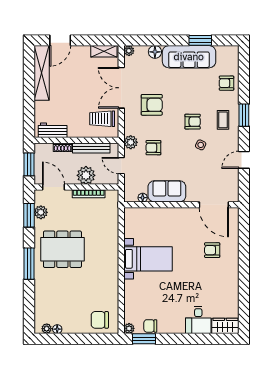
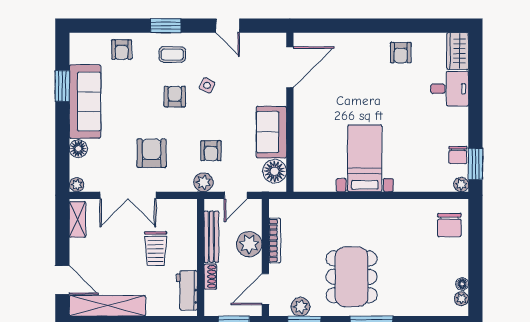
trolley: (102, 119) -> (156, 249), moved
floor lamp: (143, 198) -> (275, 171), width x1.89, depth x1.89
armchair: (212, 250) -> (401, 53), moved

